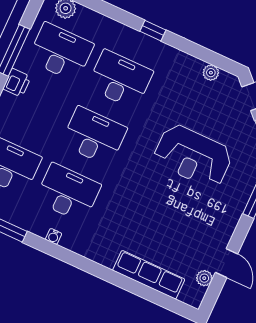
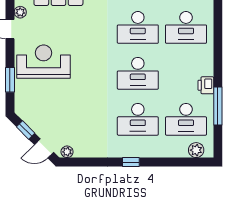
plant: (211, 73) -> (67, 152), moved
reception desk: (193, 156) -> (44, 62), moved

